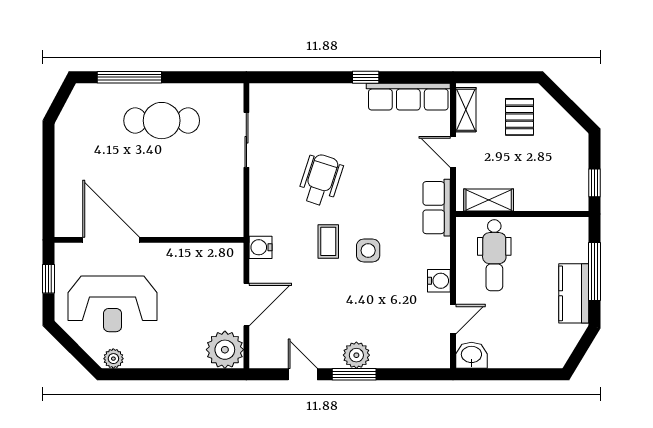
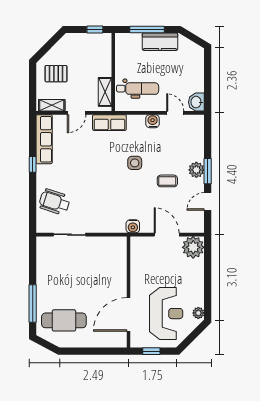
cafe table: (162, 121) -> (64, 320), moved, turned 90
wheelchair: (321, 180) -> (55, 202), moved
coffee table: (328, 241) -> (167, 181), moved

